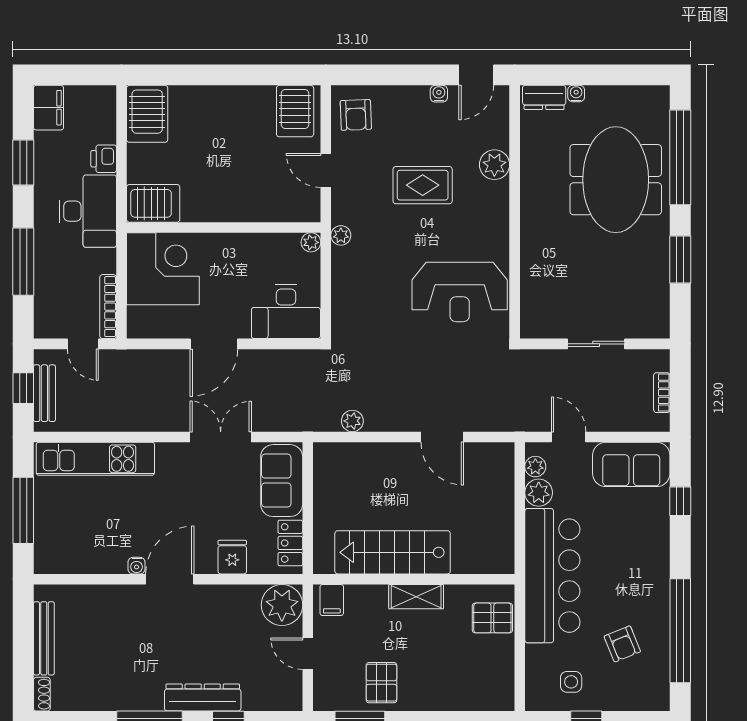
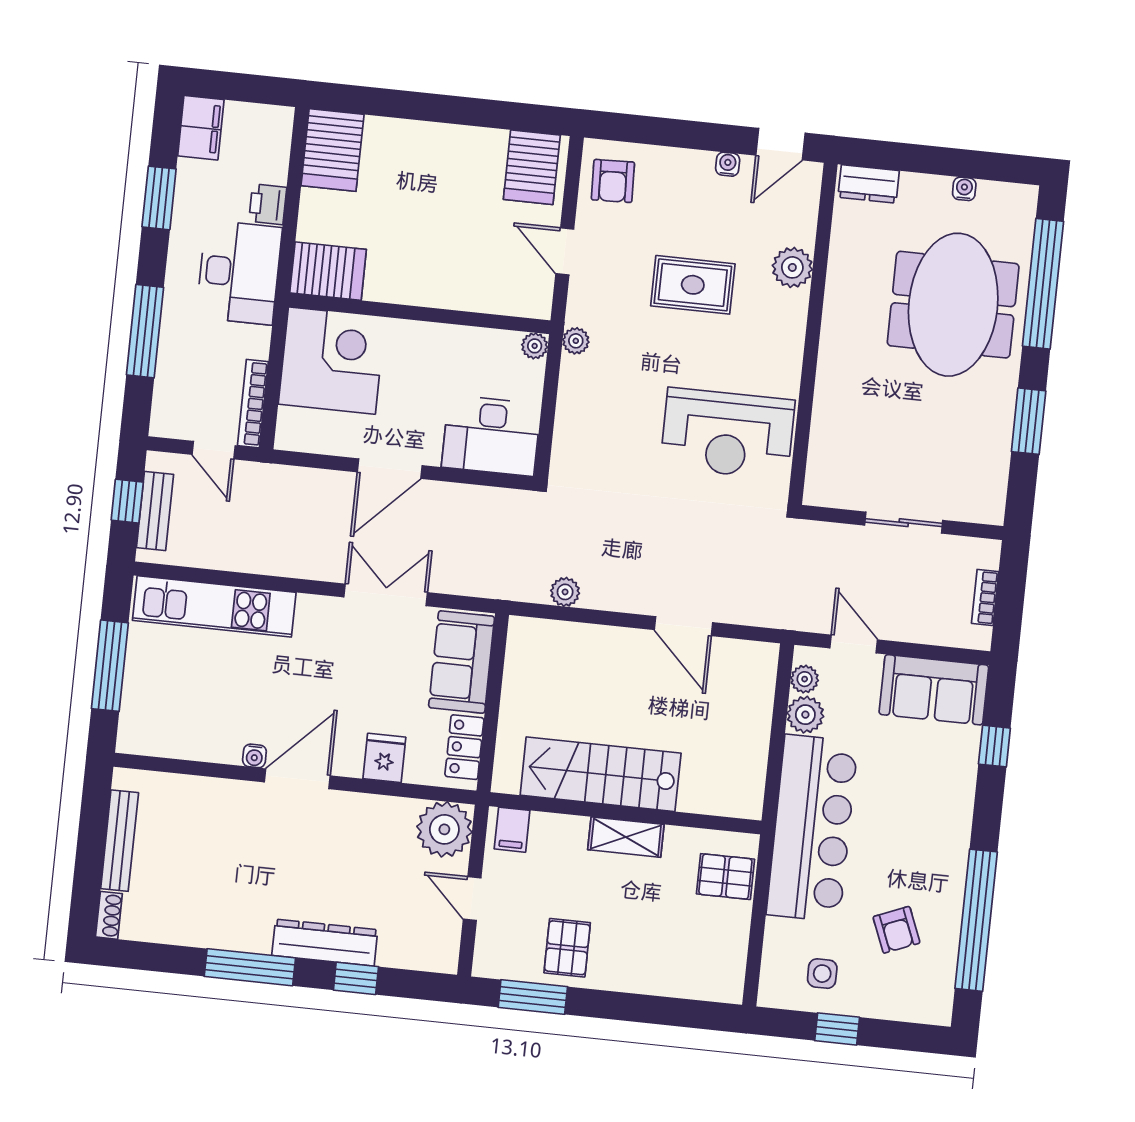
water cooler: (576, 94) -> (964, 189), moved

